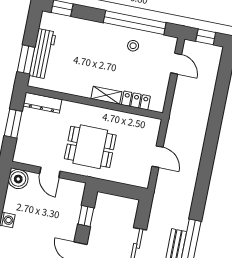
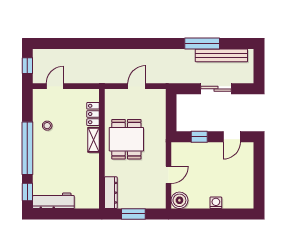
window: (135, 23) -> (27, 148), moved
workbench: (43, 54) -> (53, 201), moved
window: (26, 59) -> (77, 214), removed
dining table: (90, 147) -> (126, 139), moved

